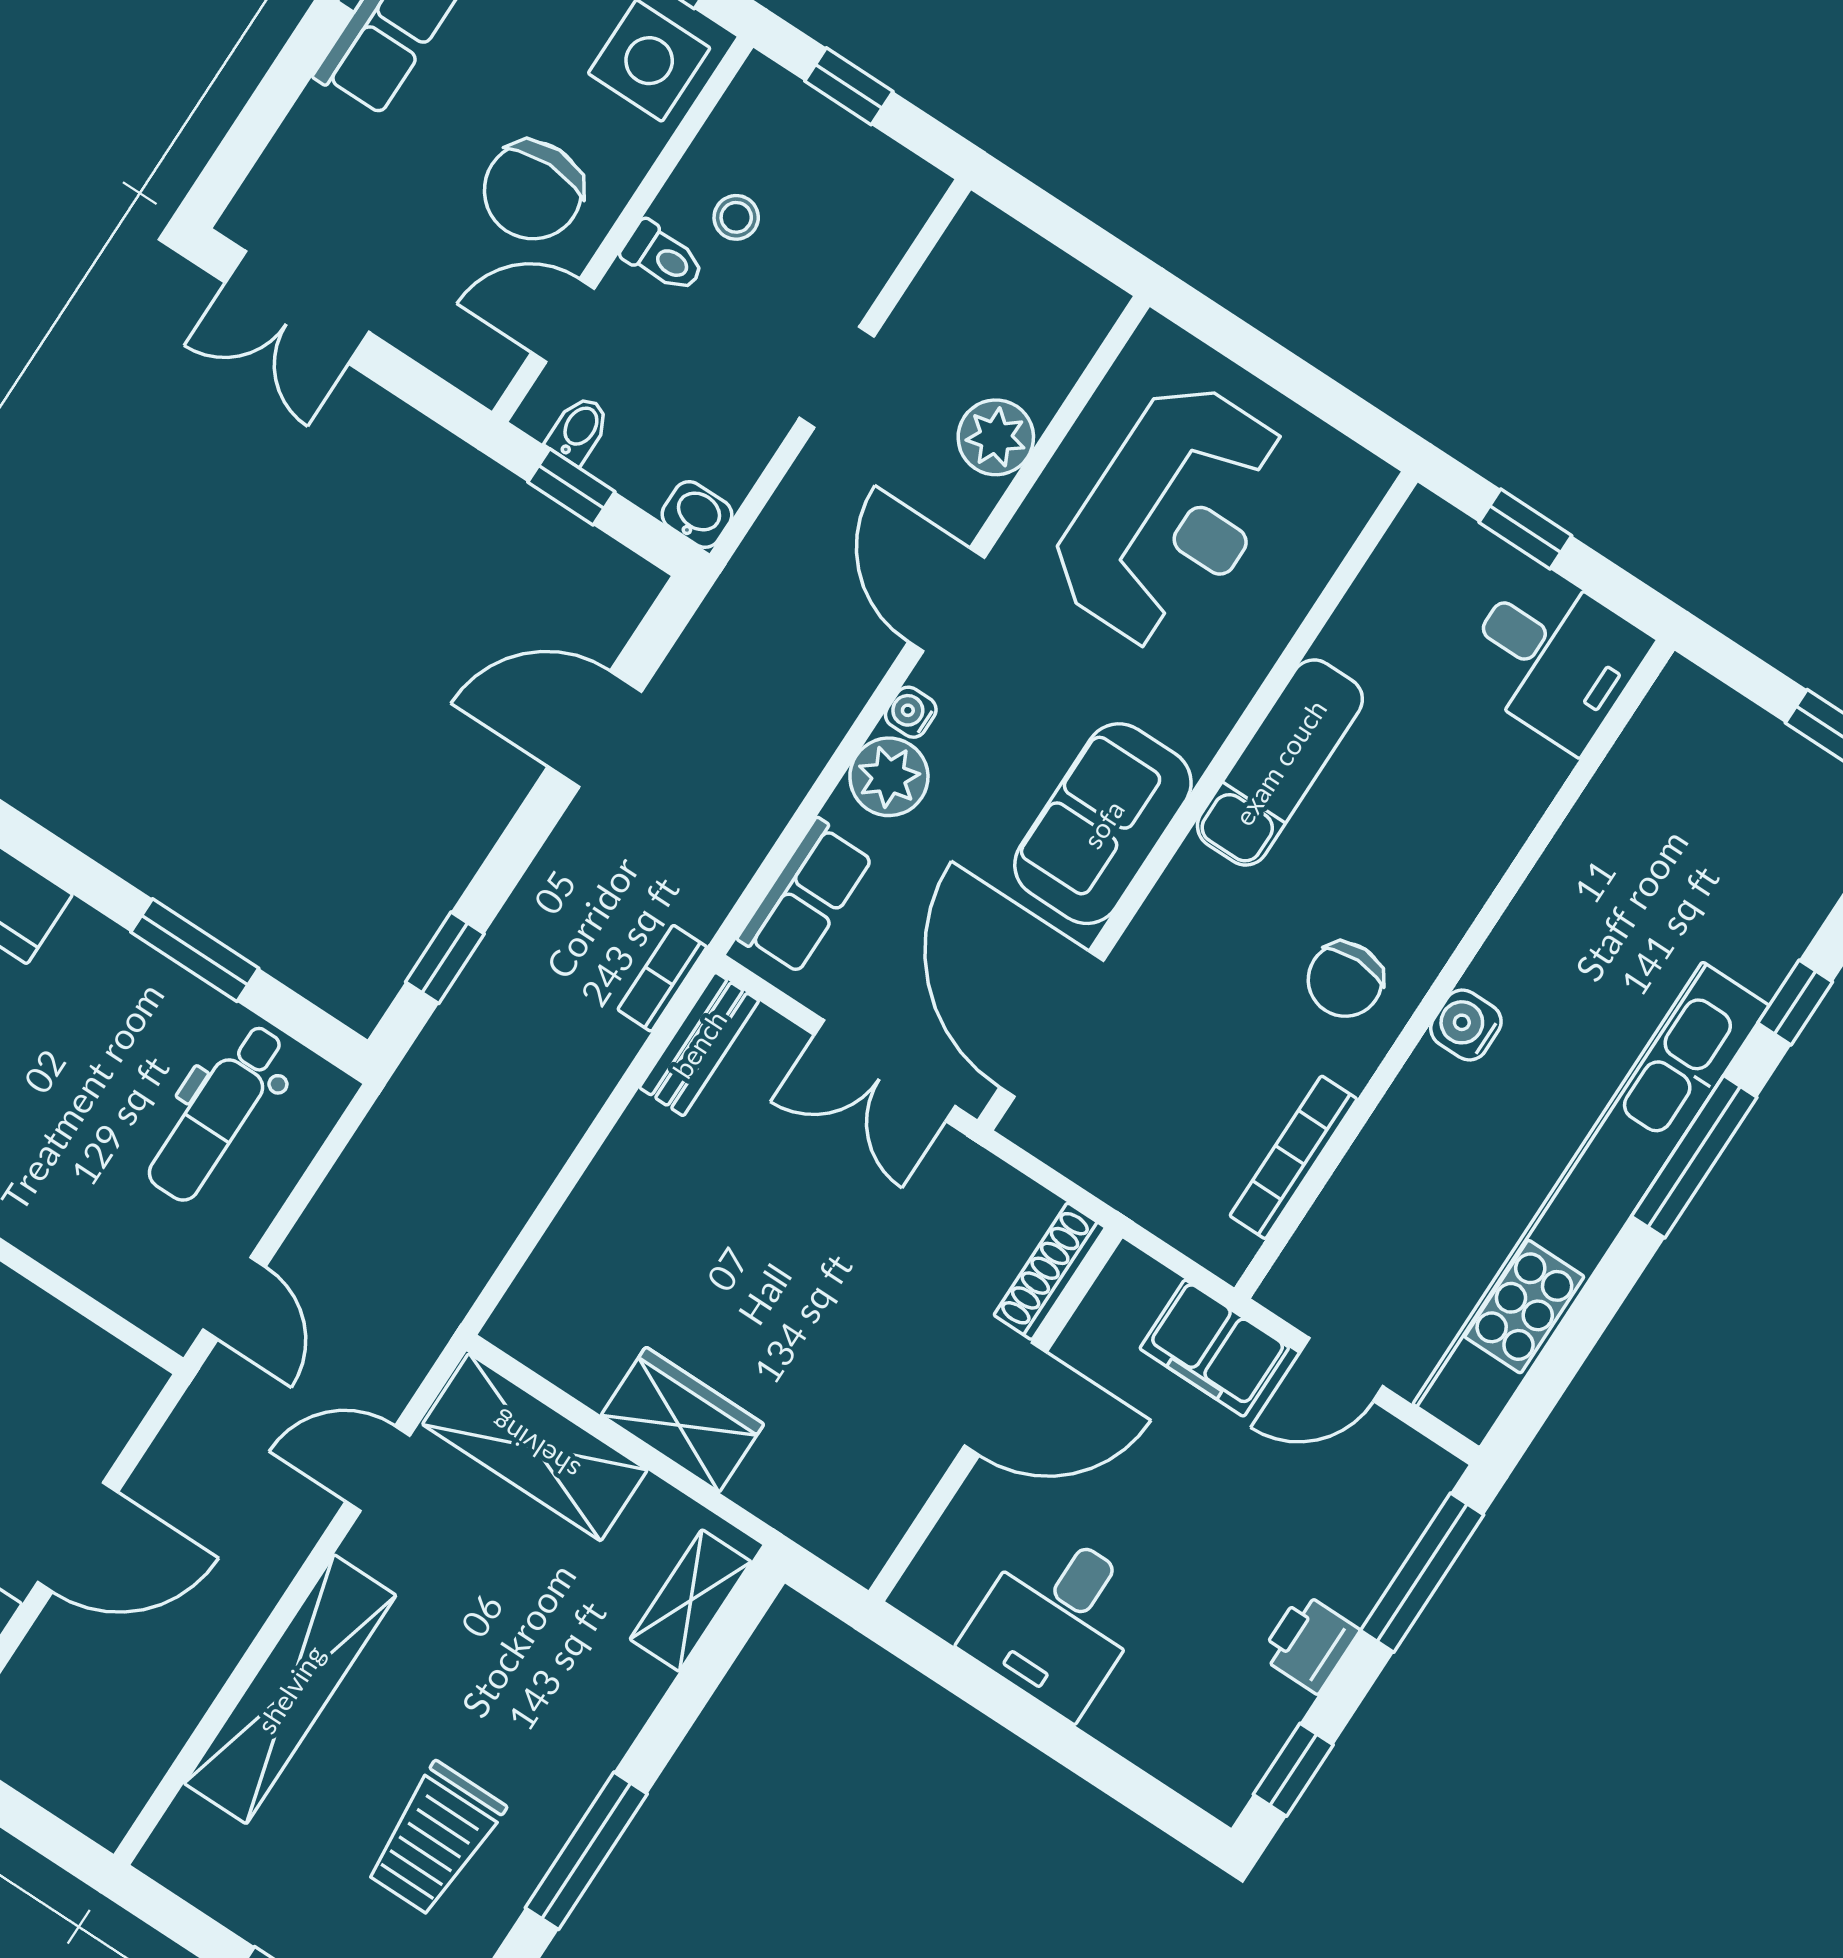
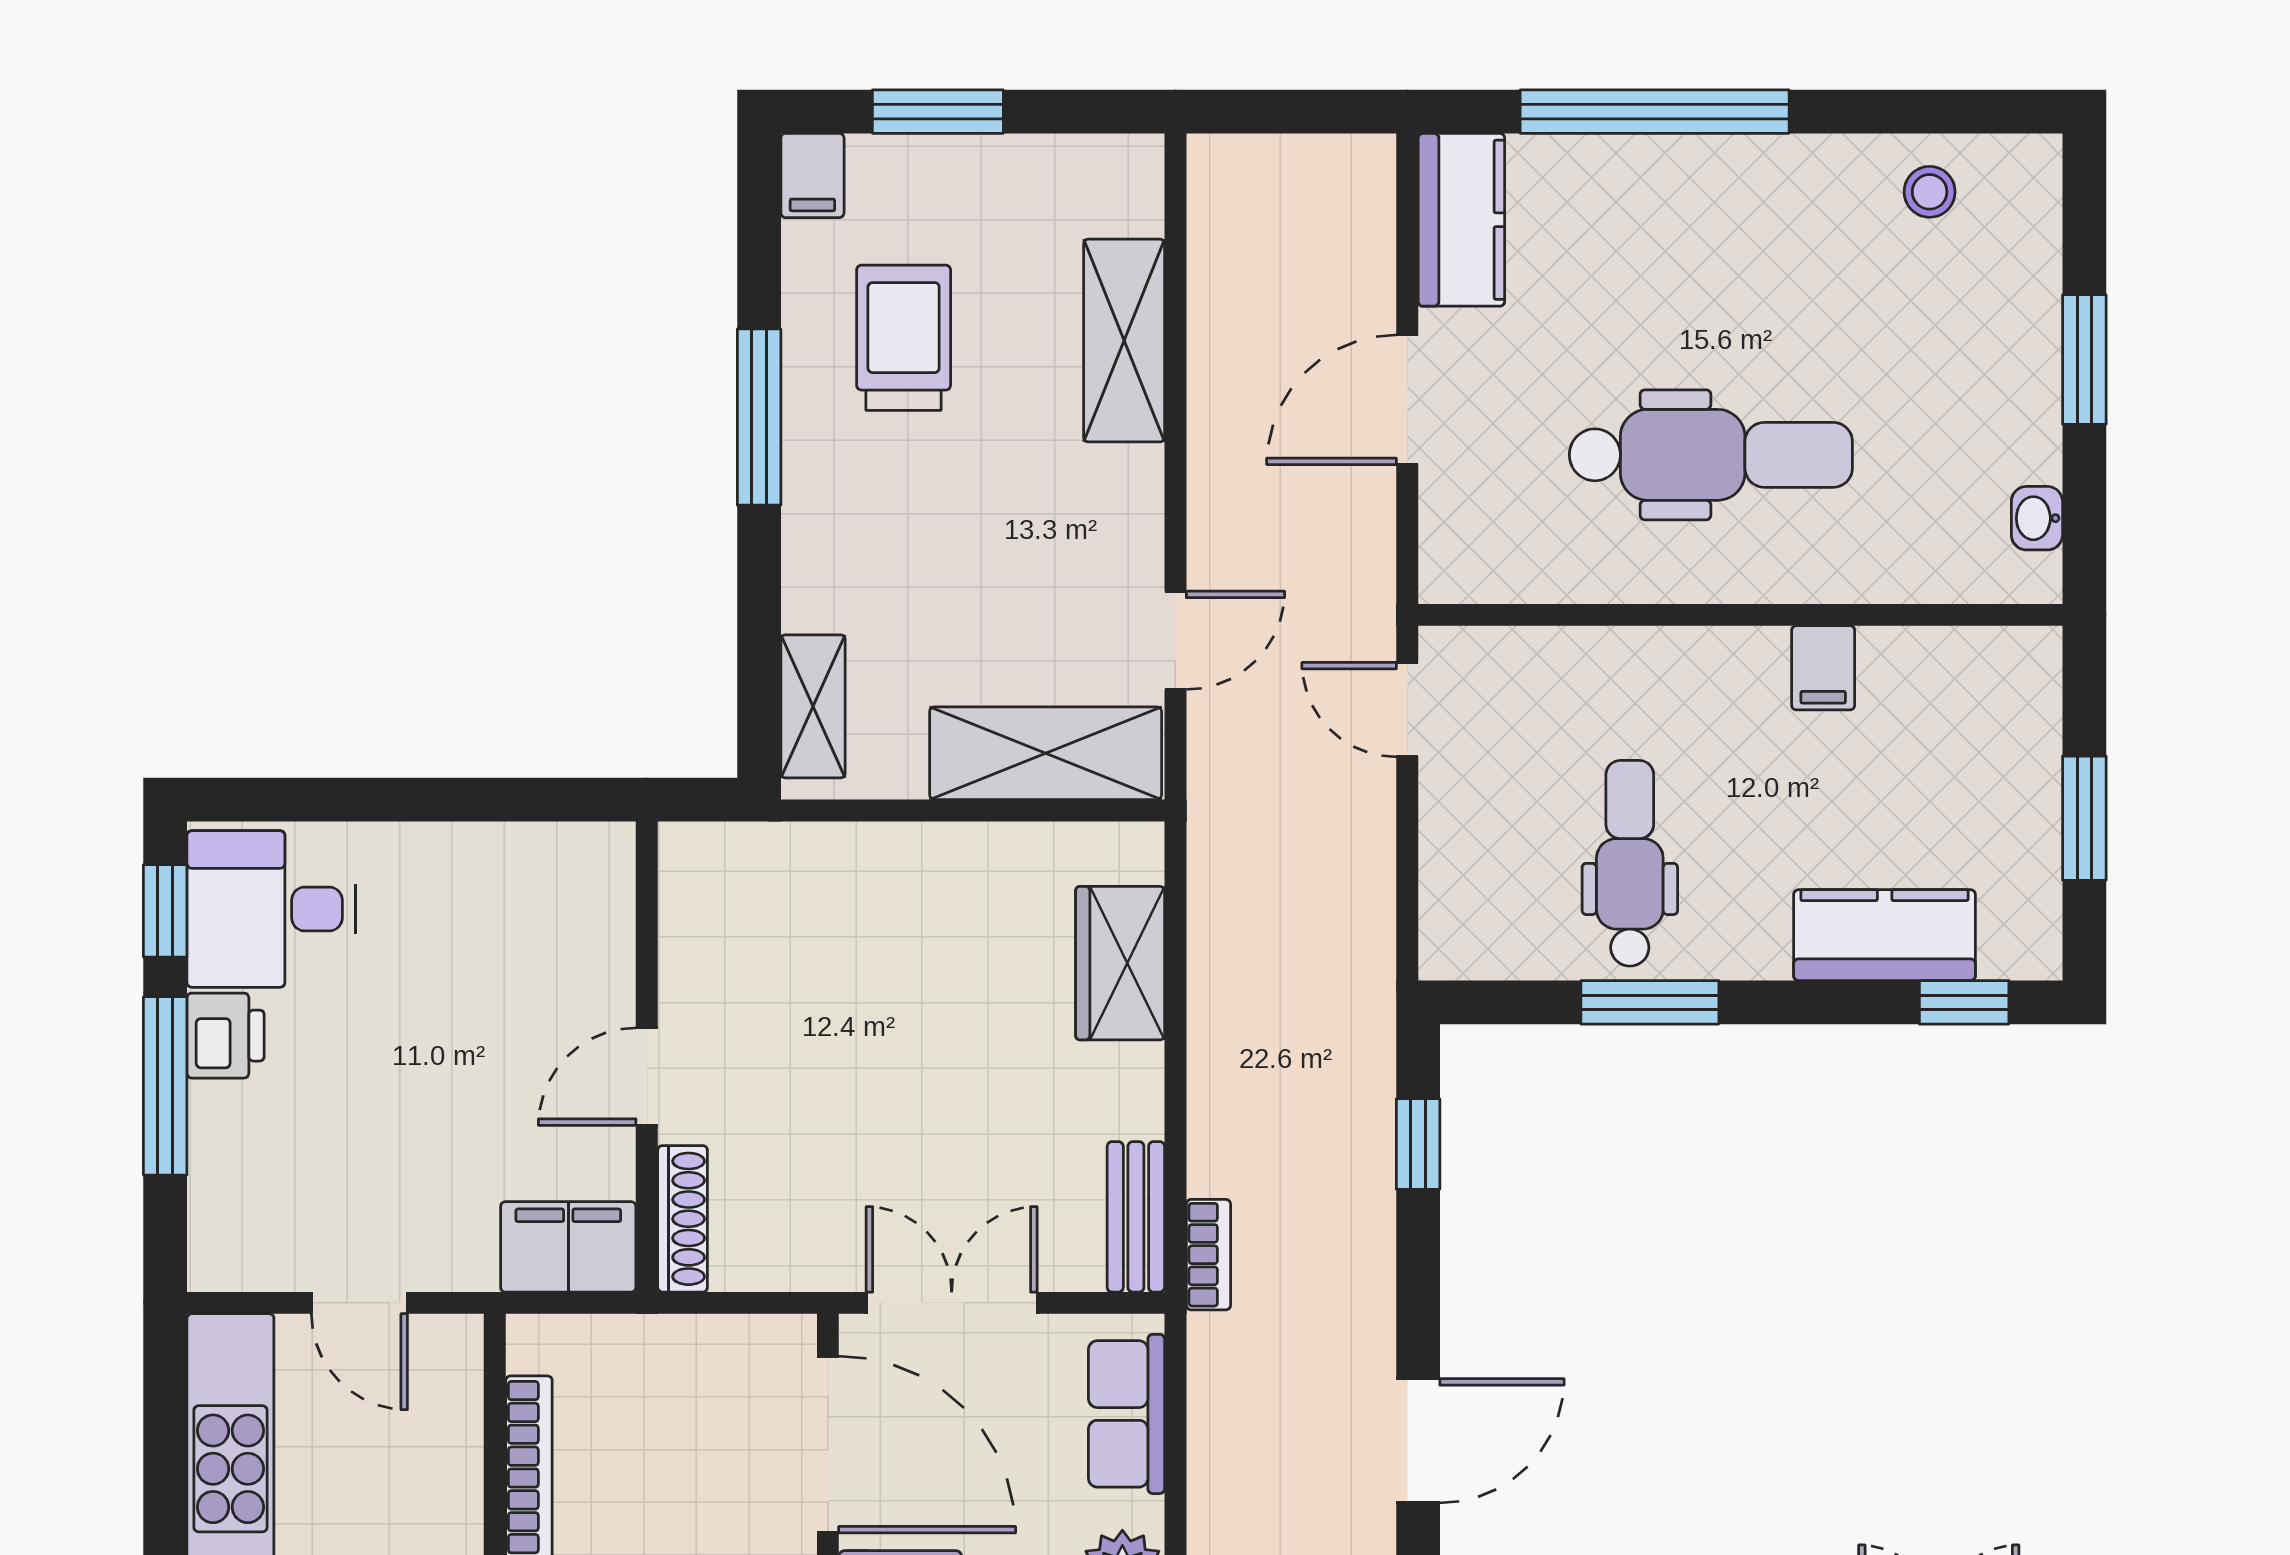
dental chair: (217, 1113) -> (1630, 863), moved
filing cabinet: (1214, 1348) -> (568, 1247), moved
door: (1341, 1369) -> (359, 1303), swing flipped
door: (1006, 1399) -> (647, 1077), width x0.73
wardrobe: (682, 1420) -> (1120, 963), moved, turned 90
window: (1422, 1573) -> (165, 1086), moved
desk: (1057, 1621) -> (271, 909), moved, turned -90
shelving: (290, 1689) -> (1124, 341), width x0.68

